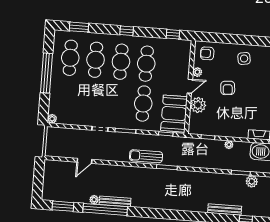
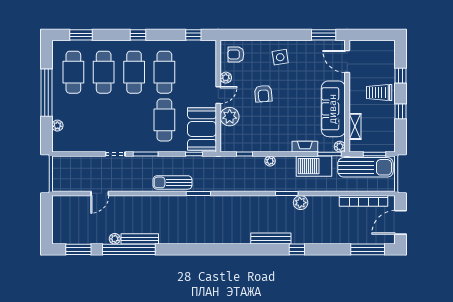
plant: (52, 119) -> (57, 126), moved

